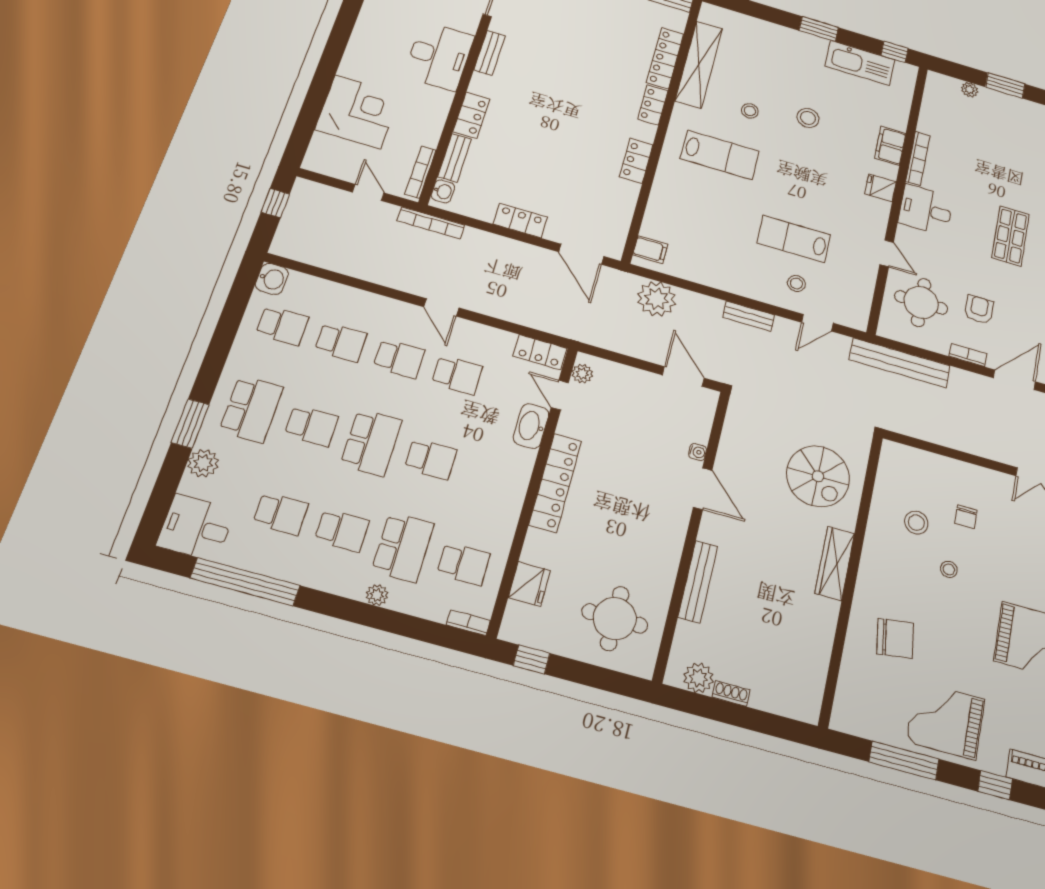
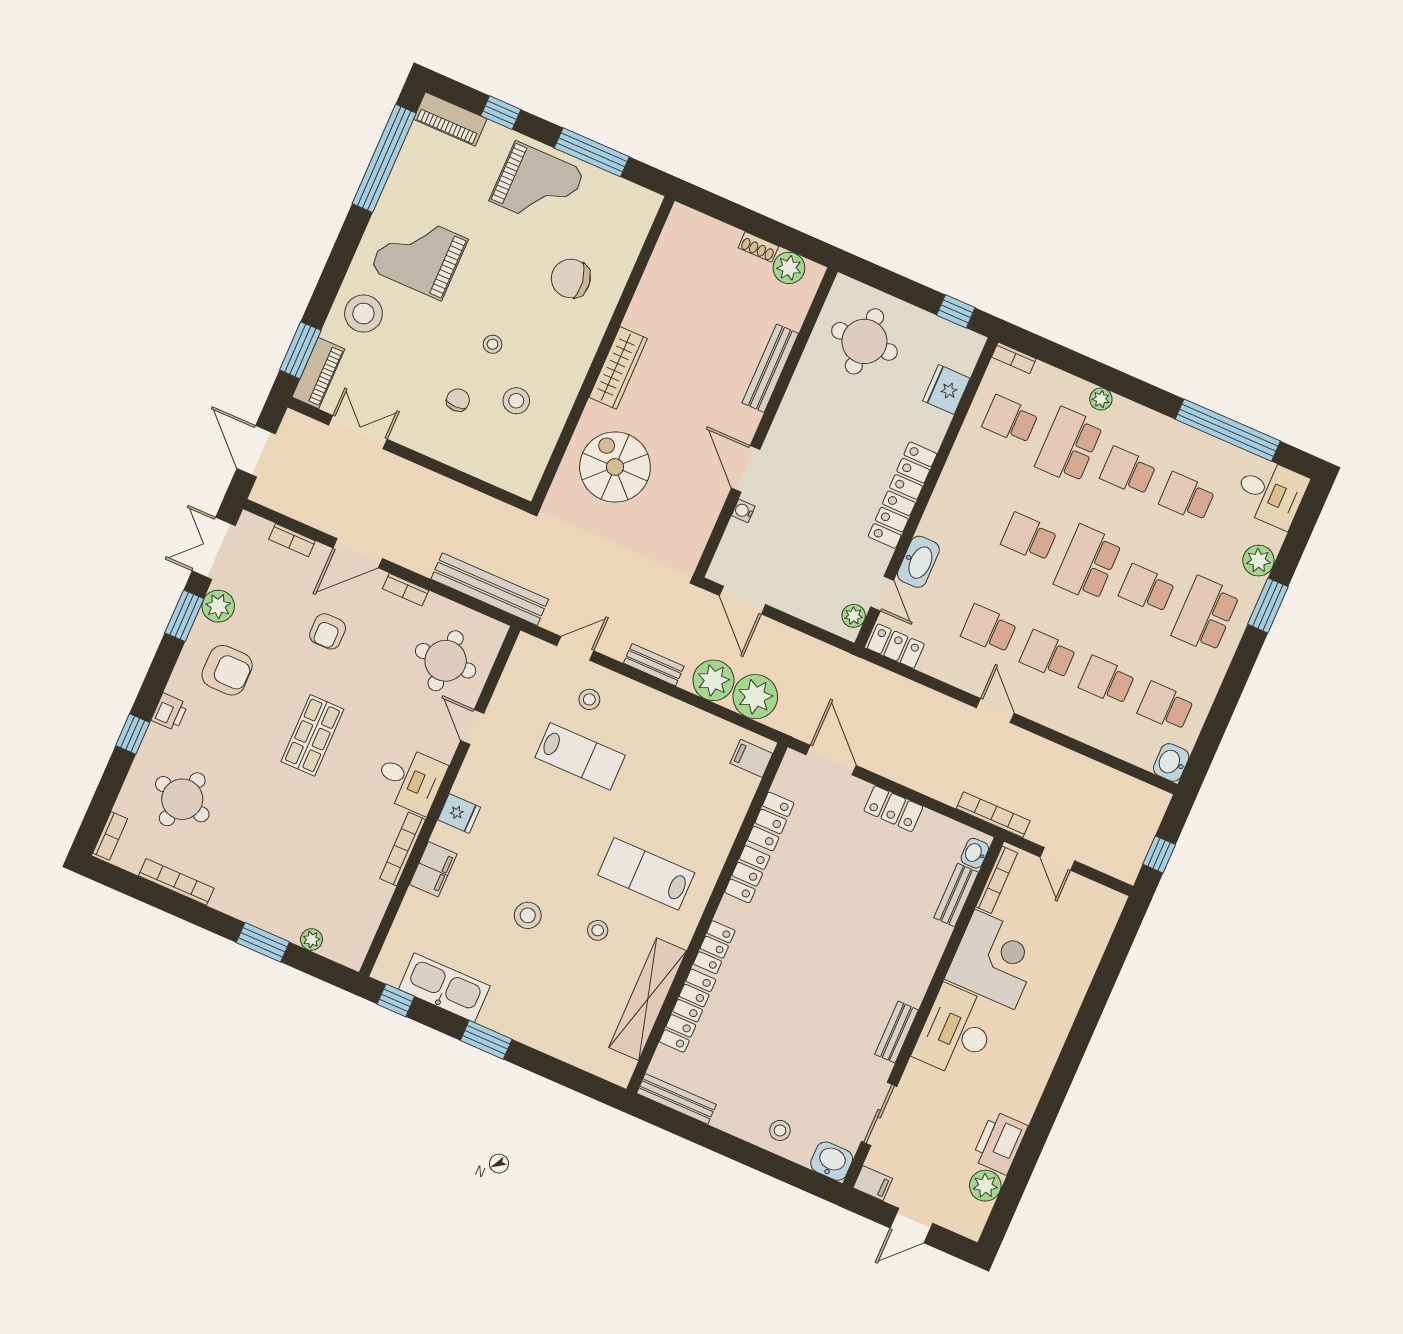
corner desk: (358, 112) -> (995, 959), moved, turned 180
locker: (471, 115) -> (771, 821), moved, turned 180
plant: (695, 309) -> (713, 680), added
armchair: (979, 310) -> (328, 631), moved

